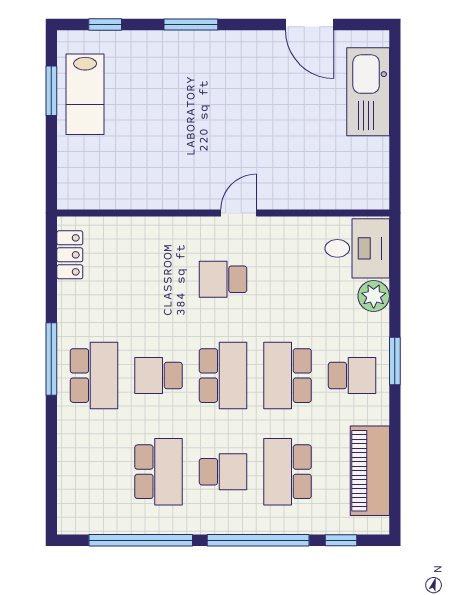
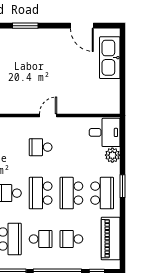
school desk: (223, 376) -> (41, 193), turned 180
school desk: (352, 376) -> (102, 193), width x1.85
school desk: (288, 472) -> (71, 239), width x0.54

